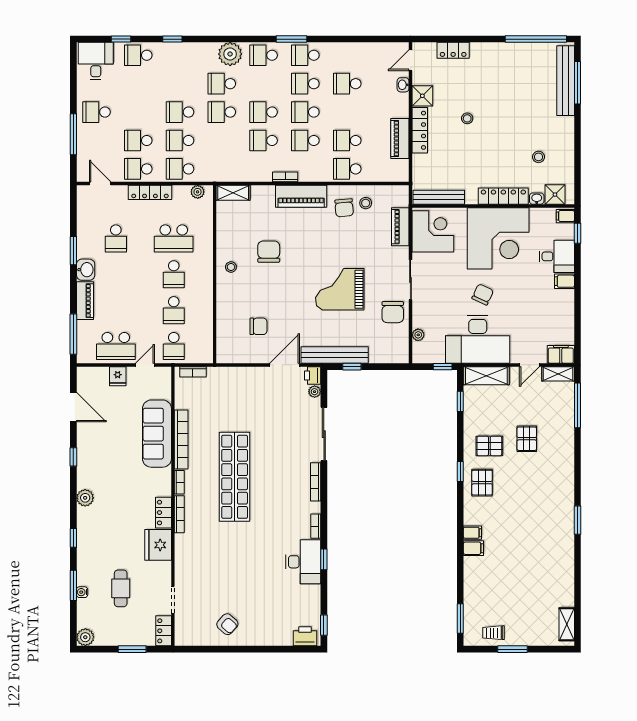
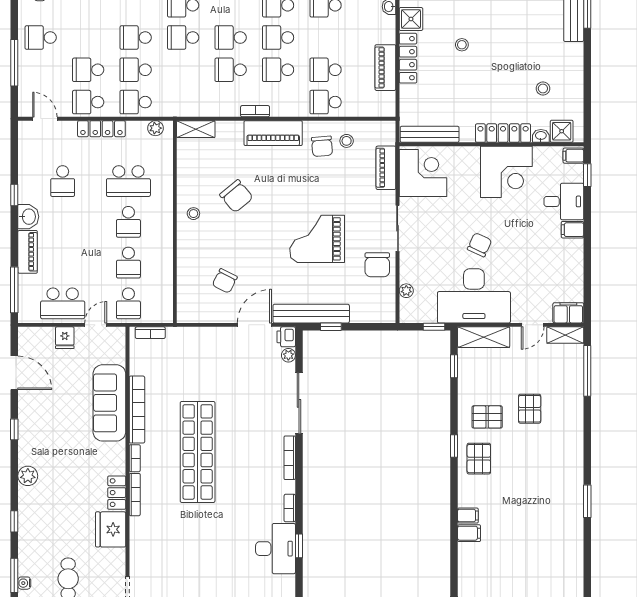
corner desk: (498, 238) -> (506, 172), width x0.74, depth x0.74
window: (73, 251) -> (14, 195), width x0.67
chair: (269, 252) -> (236, 196), turned 140
chair: (258, 326) -> (225, 281), turned 117

